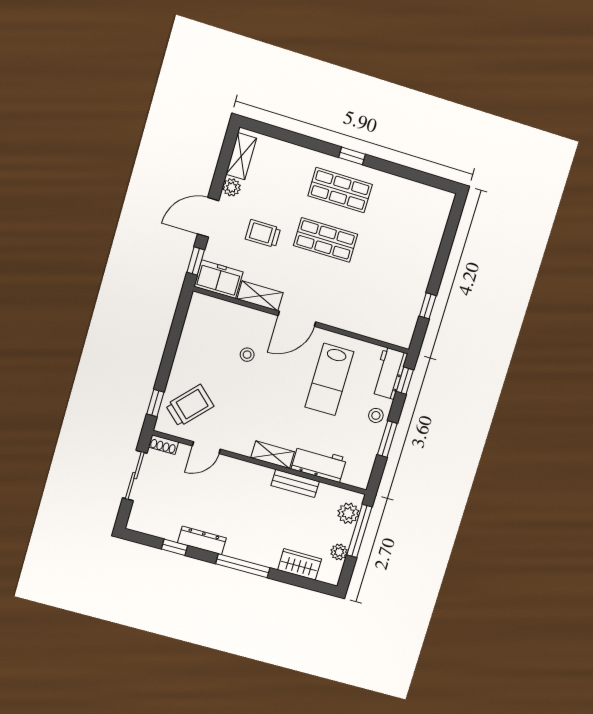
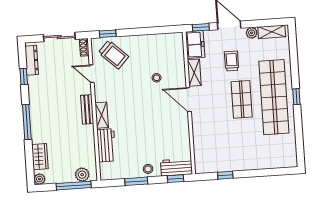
shop shelf: (340, 190) -> (274, 97), width x2.00, depth x1.36
lab bench: (329, 379) -> (160, 133), removed
bench: (295, 483) -> (87, 109), moved
dresser: (202, 540) -> (32, 60), moved
plant: (339, 552) -> (40, 179), moved

